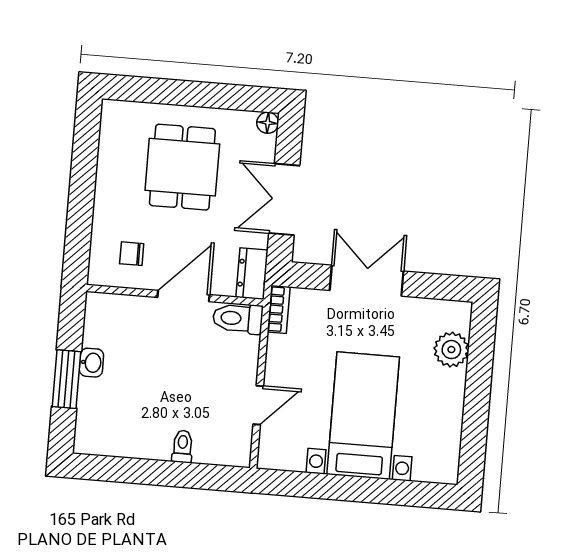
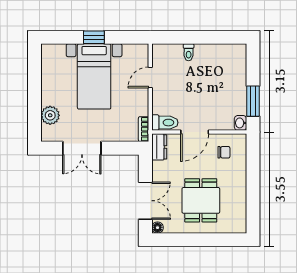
double door: (284, 199) -> (145, 201), moved
double door: (367, 281) -> (82, 148), moved
washbasin: (91, 363) -> (240, 123), moved
window: (66, 379) -> (253, 101), moved
window: (357, 489) -> (94, 37), added

